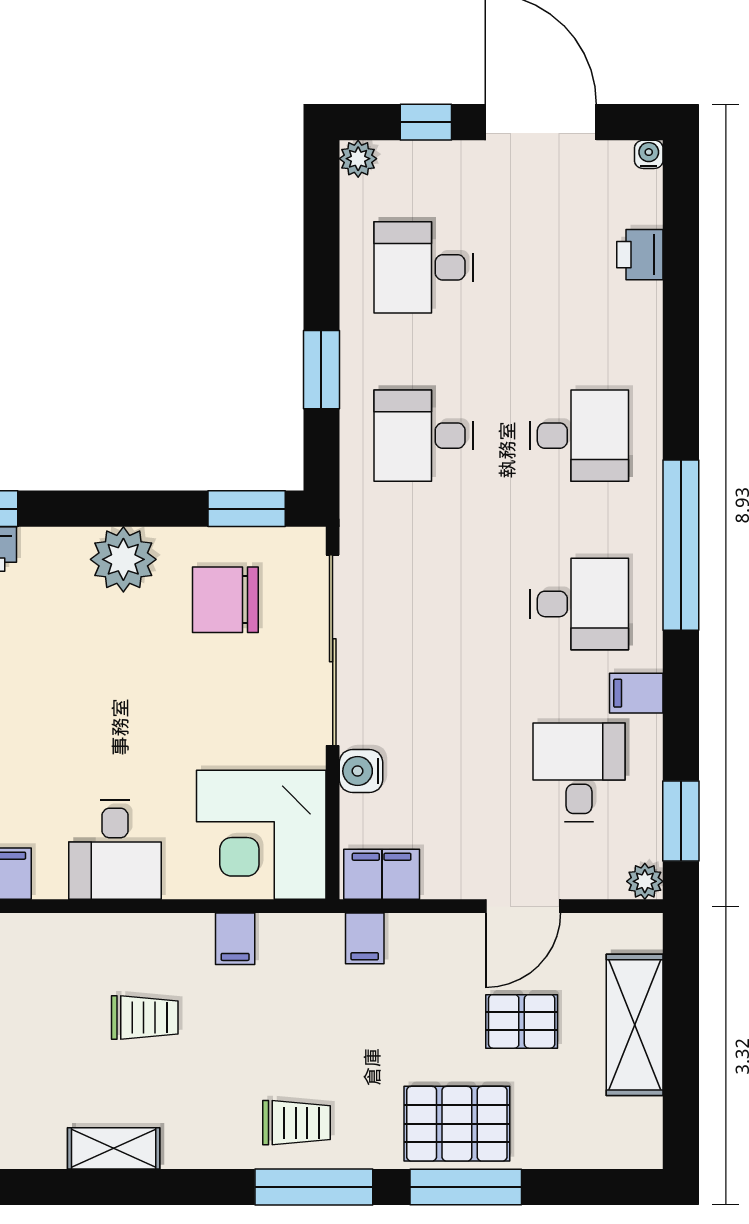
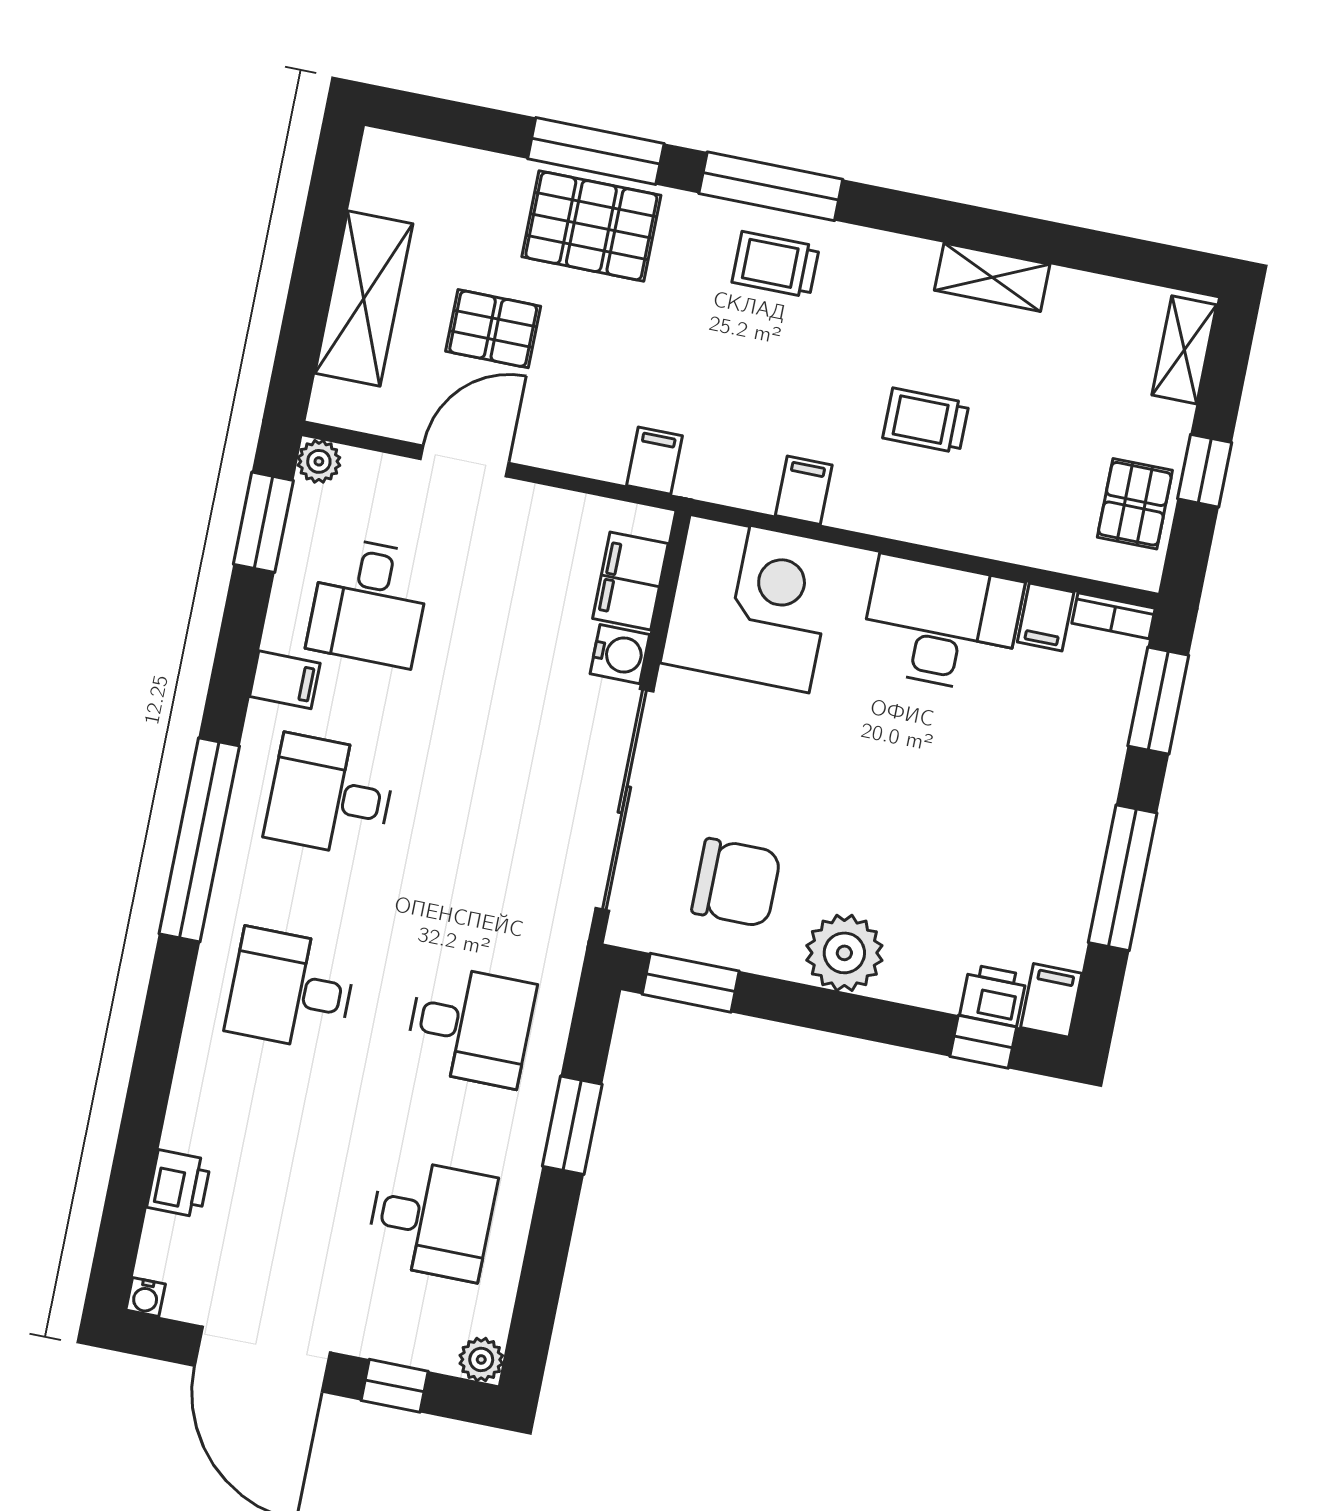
desk: (115, 850) -> (941, 625), width x1.37
filing cabinet: (382, 874) -> (630, 581), moved, turned 90

